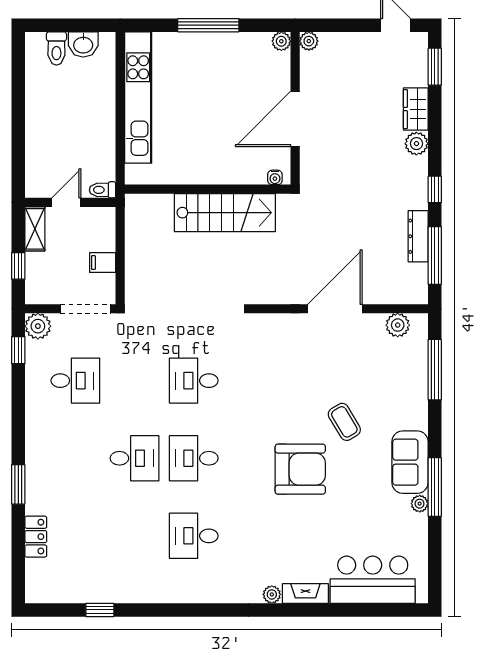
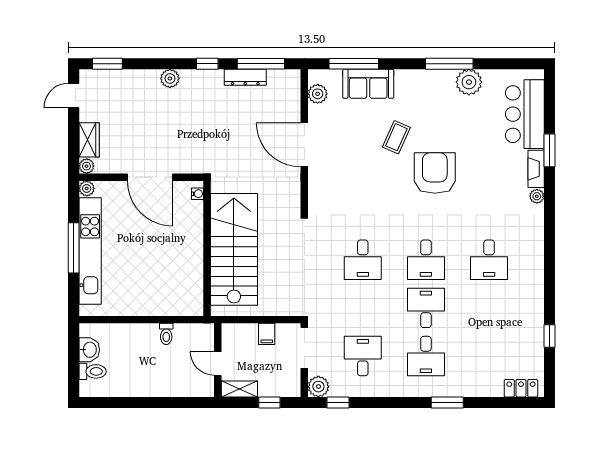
kitchen unit: (138, 98) -> (90, 251), moved, turned 90
wardrobe: (416, 109) -> (89, 140), moved, turned -90
toilet: (103, 190) -> (166, 334), moved
stairs: (225, 213) -> (234, 249), width x1.36, depth x1.51
coffee table: (344, 422) -> (396, 137), turned -35
desk: (75, 458) -> (426, 356), added
sofa: (410, 462) -> (368, 84), moved
plant: (420, 504) -> (469, 82), width x1.88, depth x1.88
locker: (36, 537) -> (521, 388), moved
window: (328, 610) -> (549, 150), added

